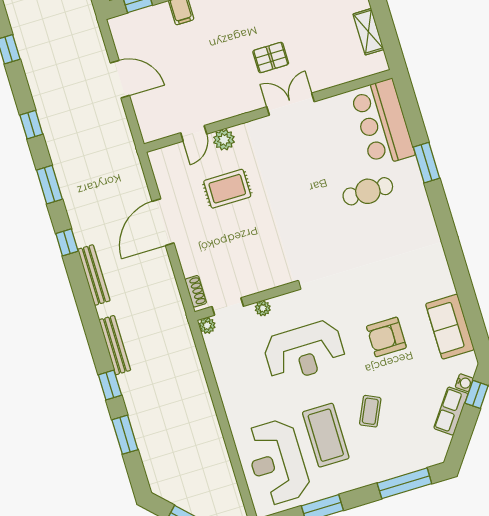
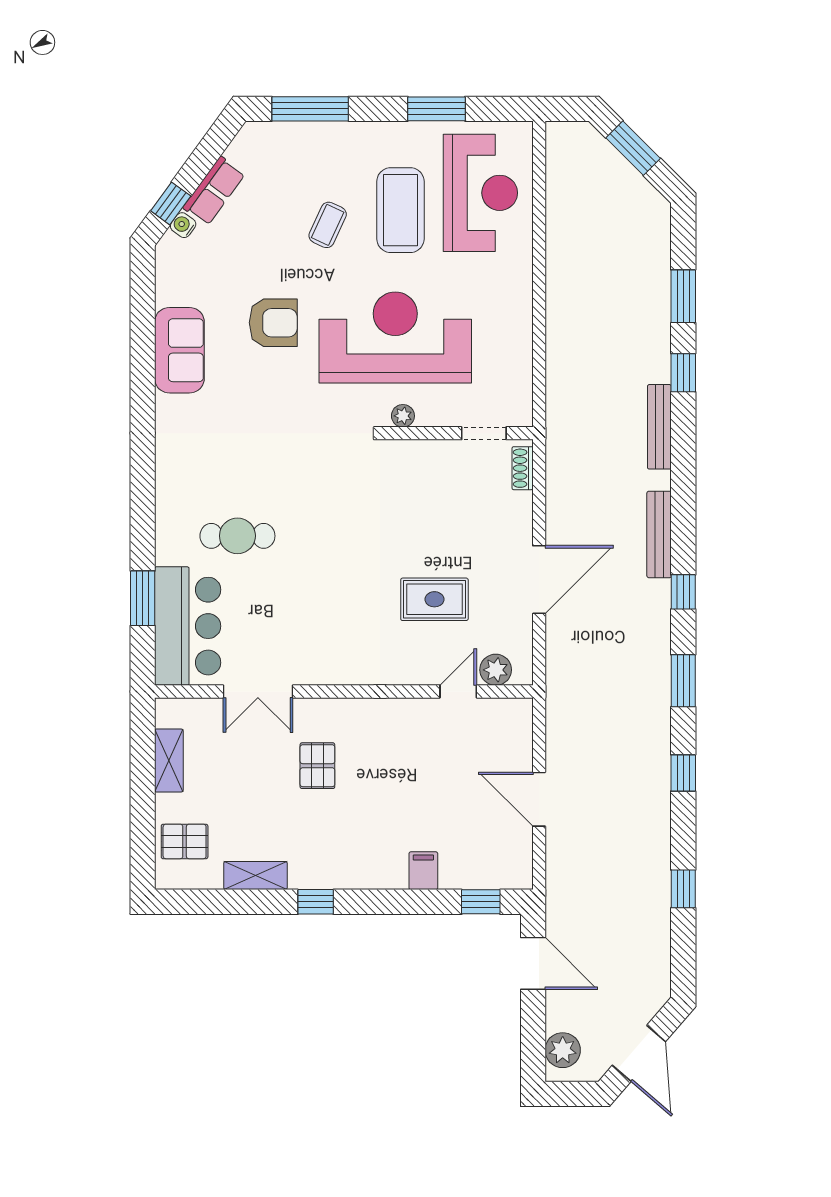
pallet: (271, 58) -> (317, 766), turned 90
double door: (291, 104) -> (258, 692), moved
plant: (224, 140) -> (496, 670), moved
window: (426, 163) -> (143, 598), moved
plant: (263, 308) -> (403, 416), moved
plant: (207, 325) -> (521, 415), removed
sofa: (450, 327) -> (179, 350), moved
reception desk: (304, 351) -> (395, 337), width x1.36, depth x1.30

